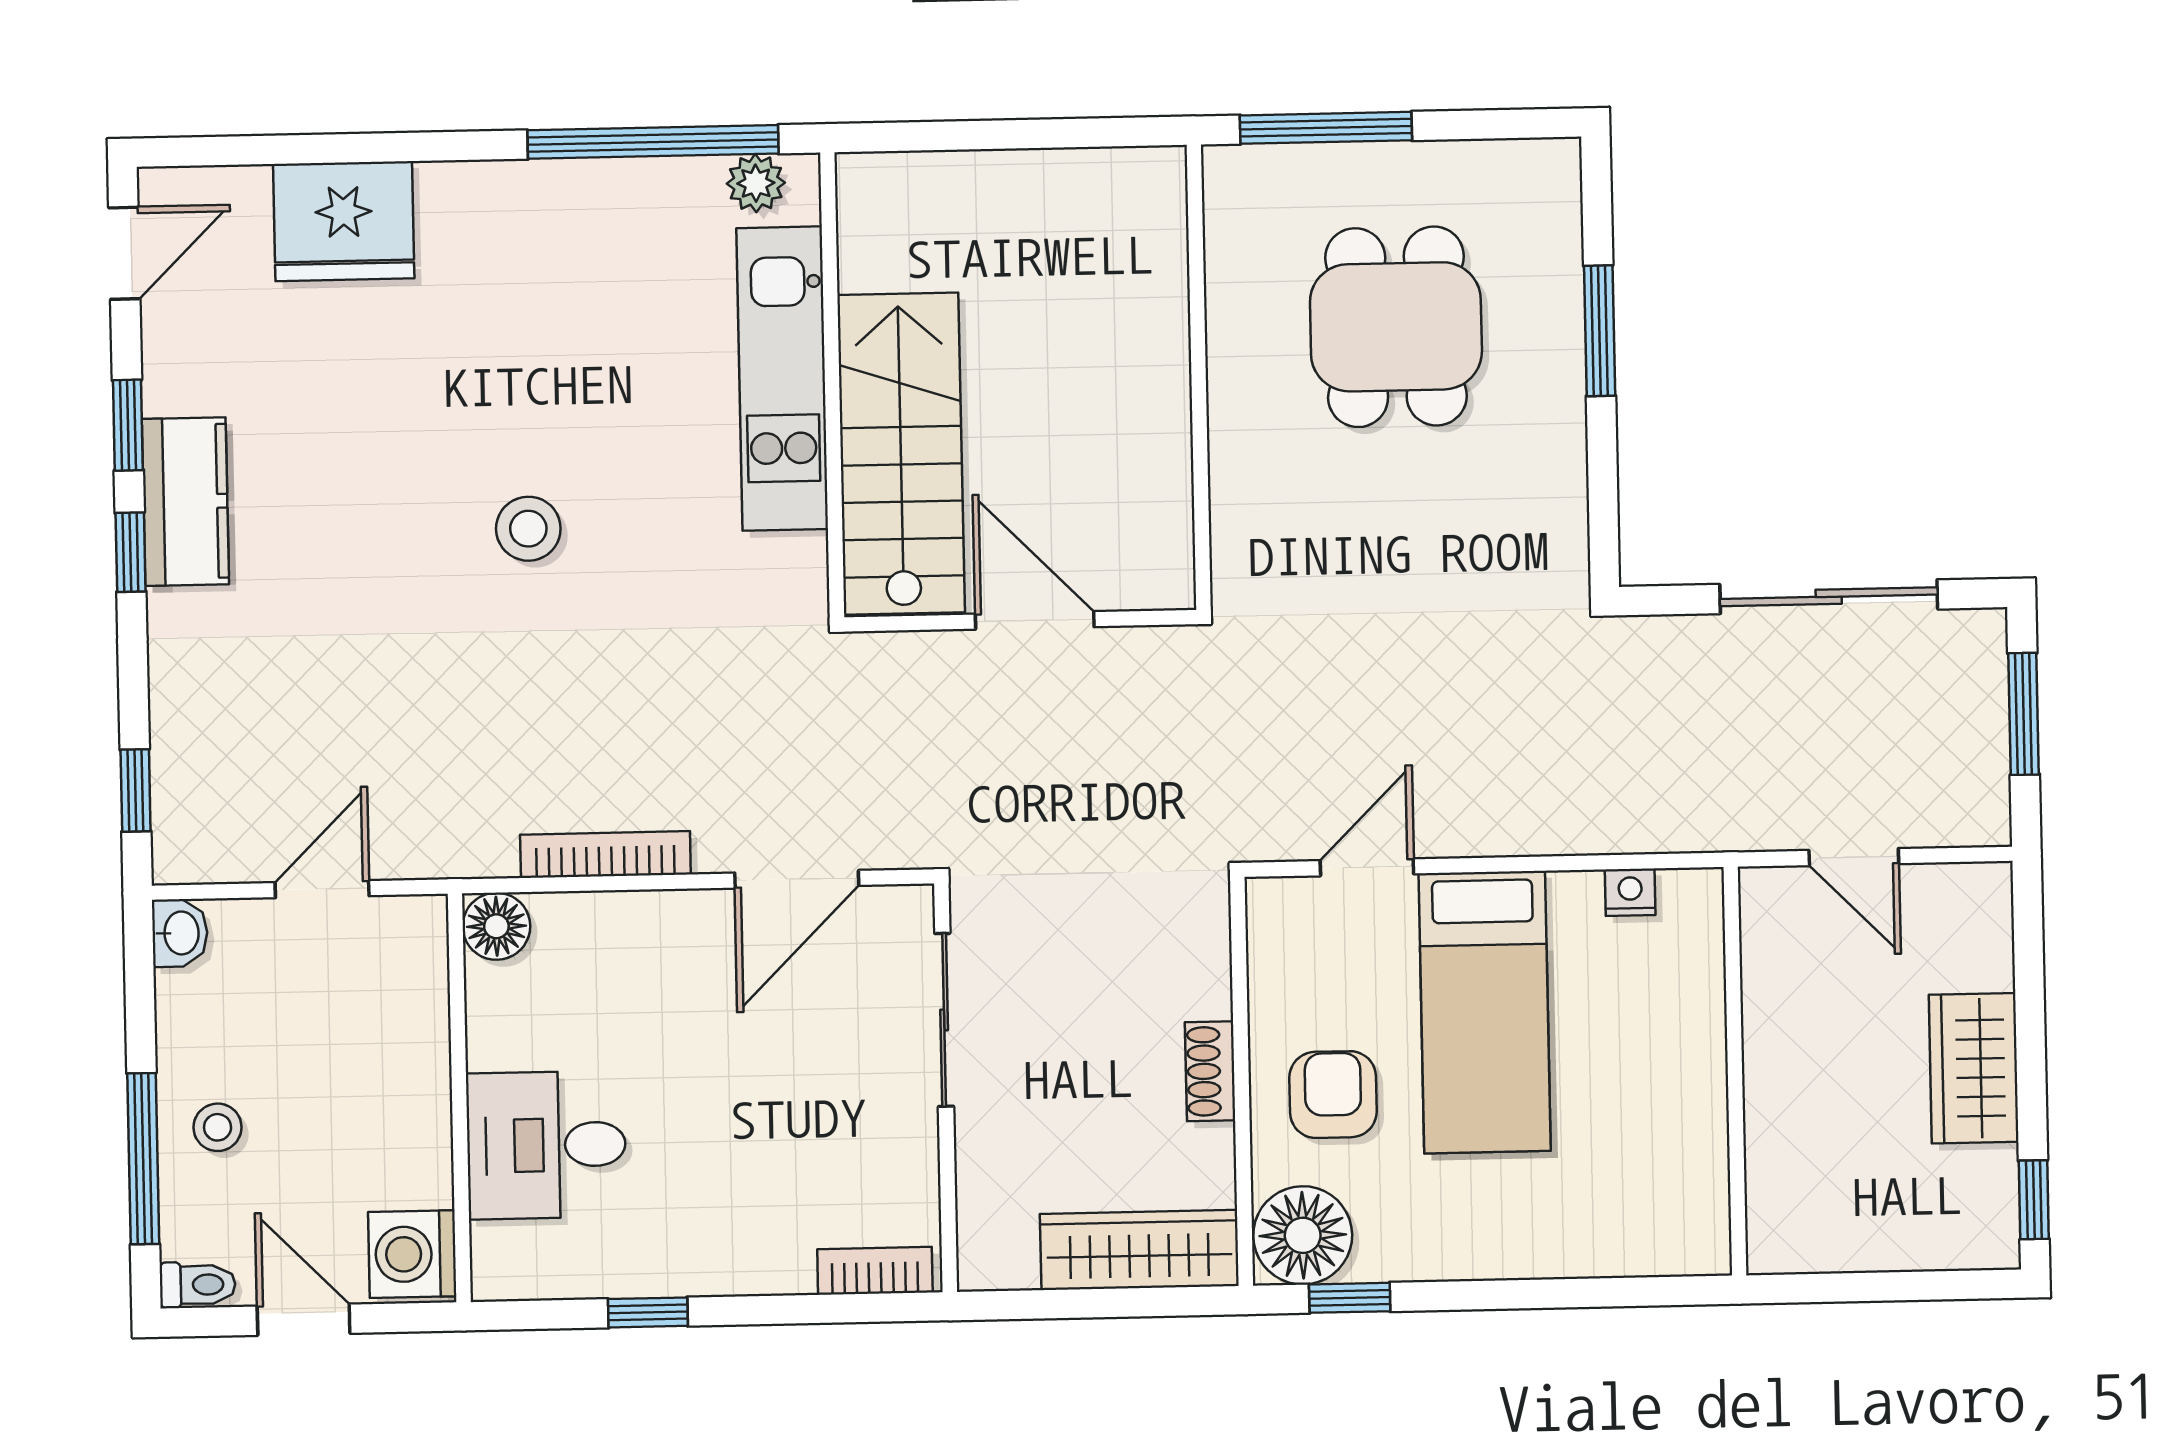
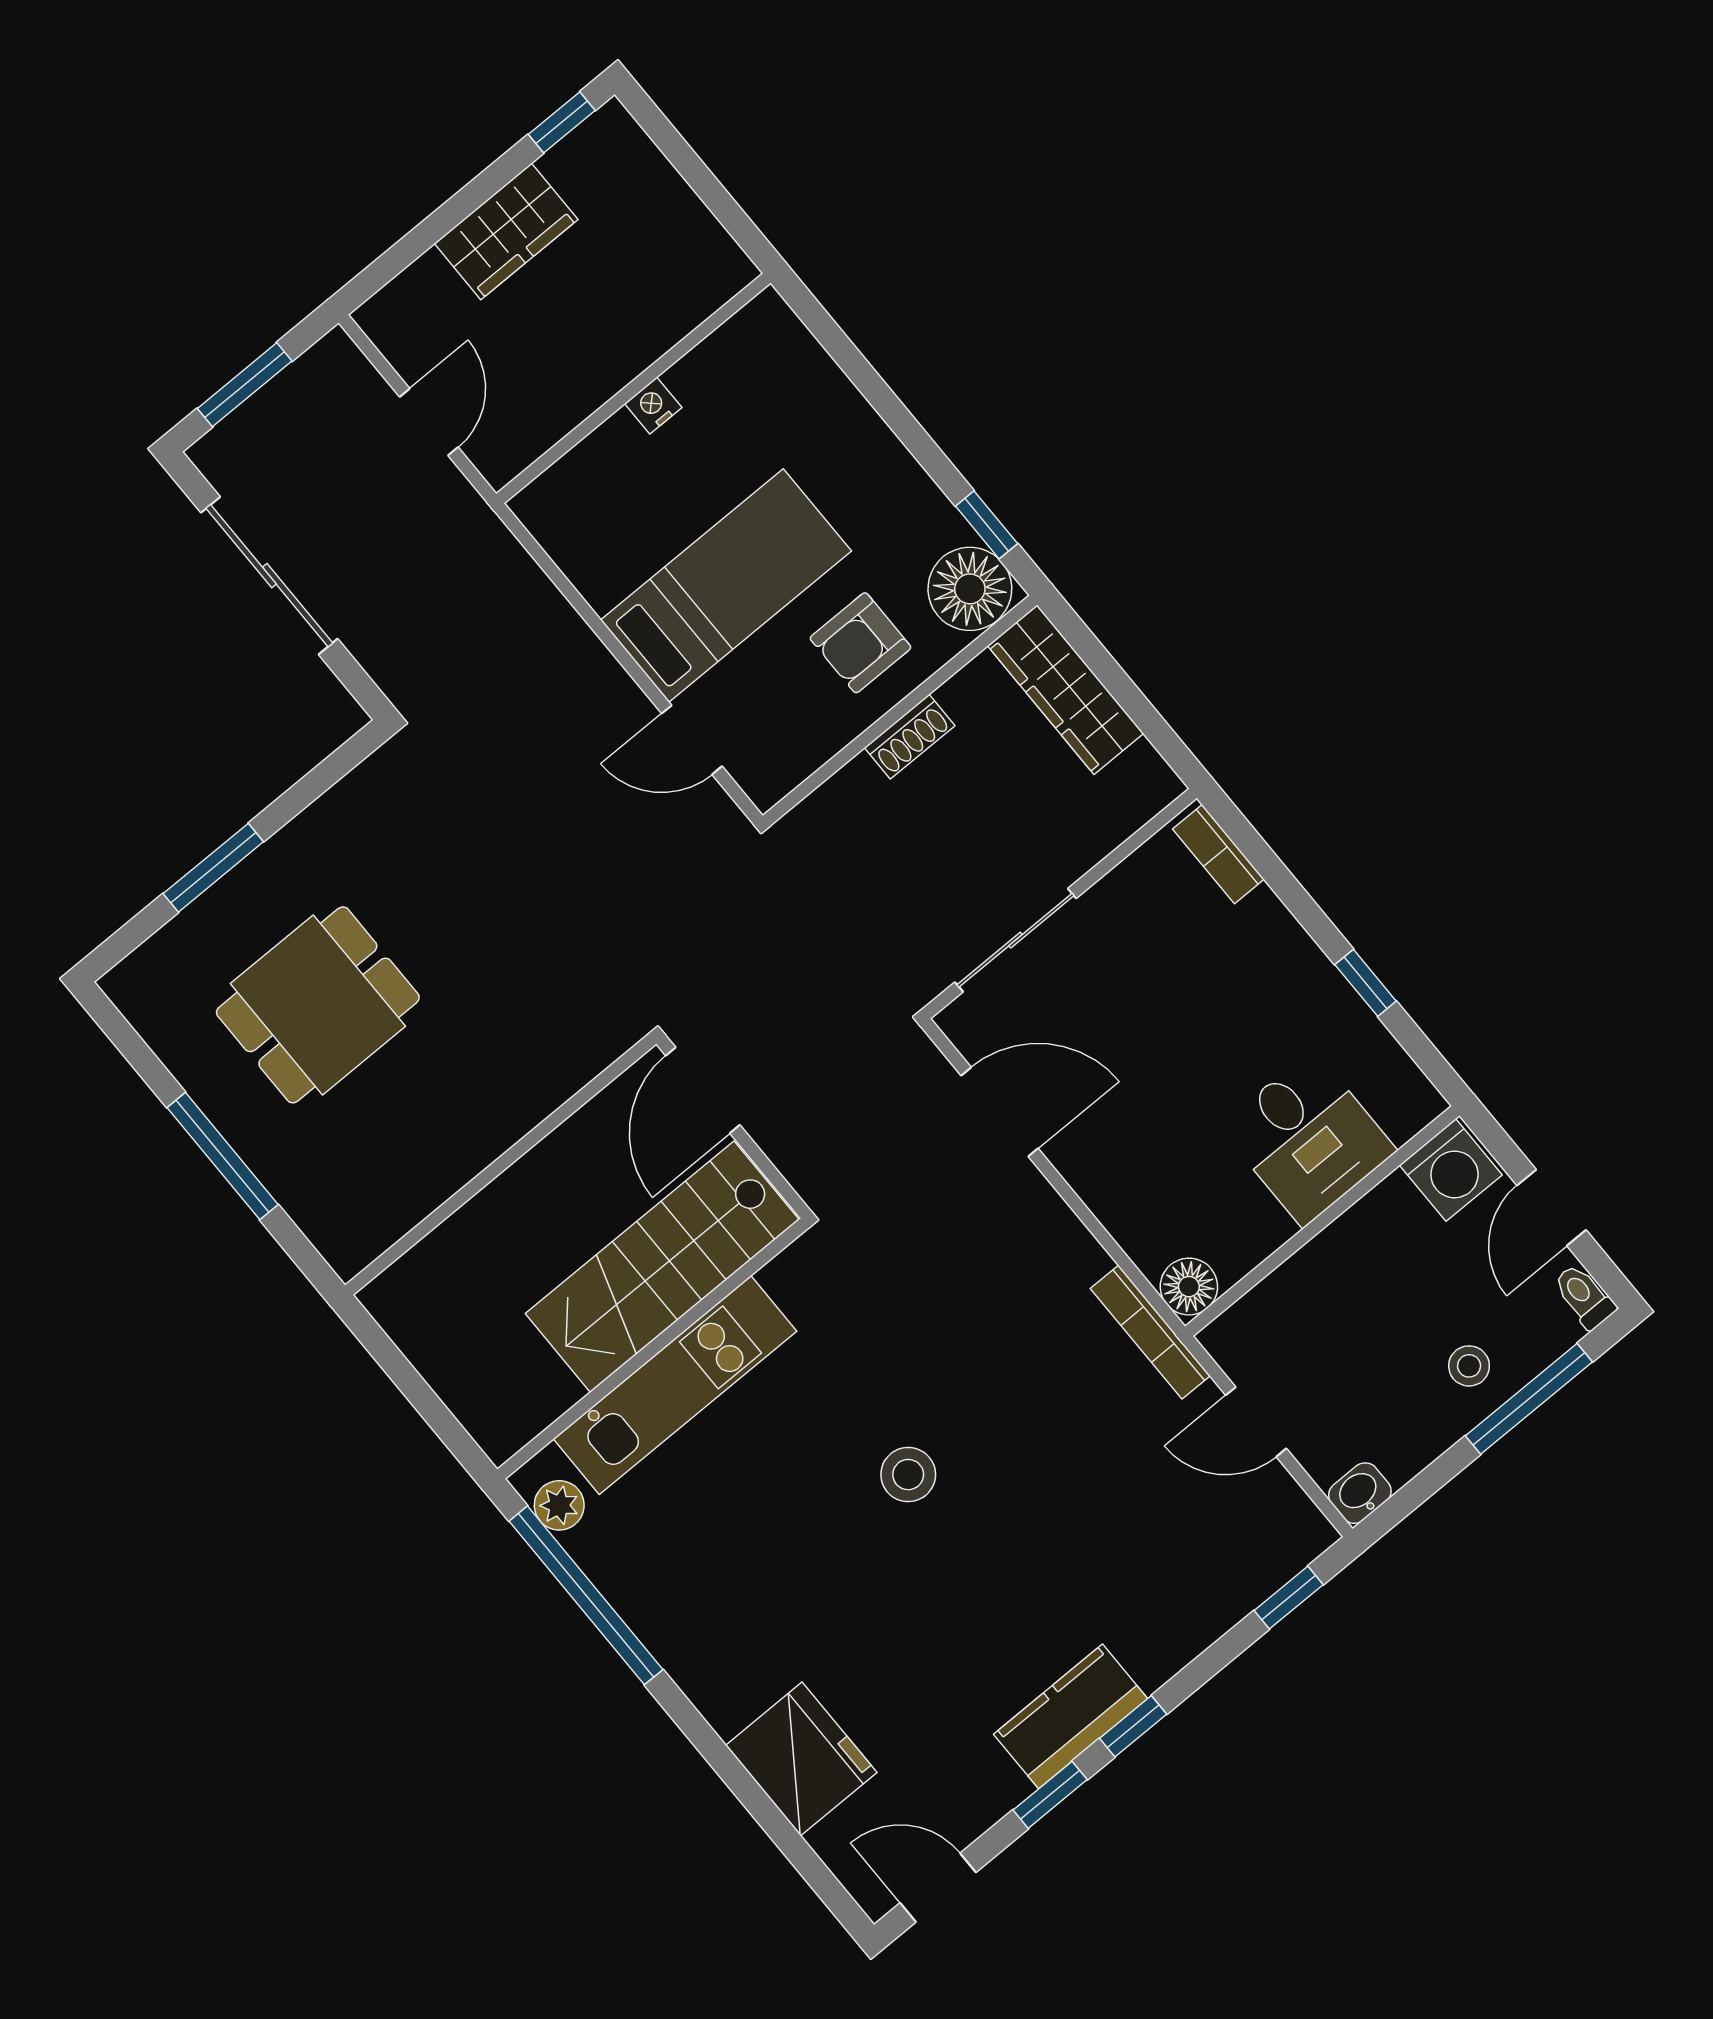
wall: (1199, 377) -> (501, 1165), moved
bookcase: (605, 854) -> (1150, 1332), moved
nightstand: (1630, 892) -> (653, 406), moved, turned 90

